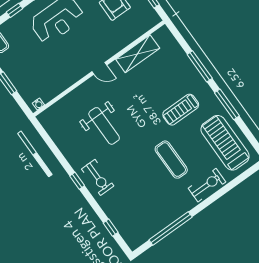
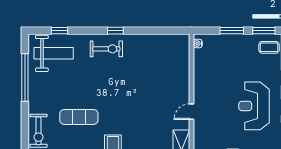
weight bench: (104, 126) -> (54, 53), moved, turned 180
exercise bike: (98, 177) -> (106, 49), turned 180

